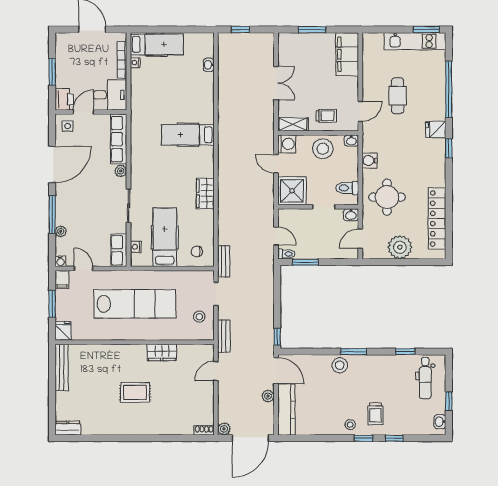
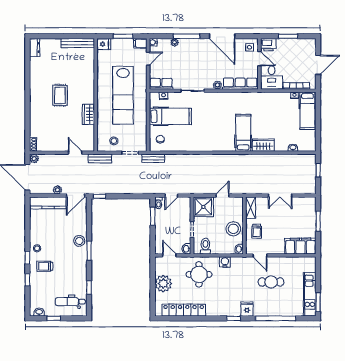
washing machine: (287, 144) -> (237, 203), removed
wardrobe: (205, 194) -> (263, 145), moved

